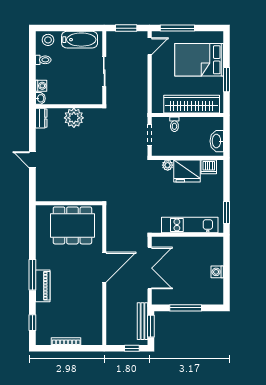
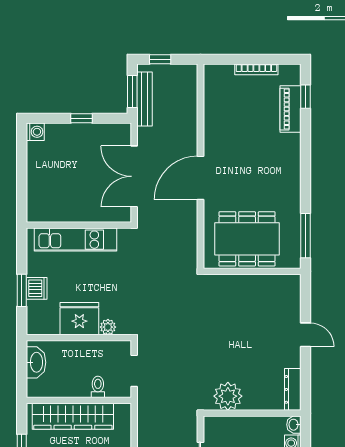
dresser: (41, 118) -> (293, 389), width x1.44
plant: (74, 118) -> (228, 396), moved
dishwasher: (209, 167) -> (37, 288), moved, turned 90
window: (227, 213) -> (22, 290), moved
washing machine: (217, 272) -> (35, 132), moved
window: (32, 275) -> (306, 236), moved
piano: (43, 286) -> (291, 109), moved
window: (186, 308) -> (82, 118), width x0.46

